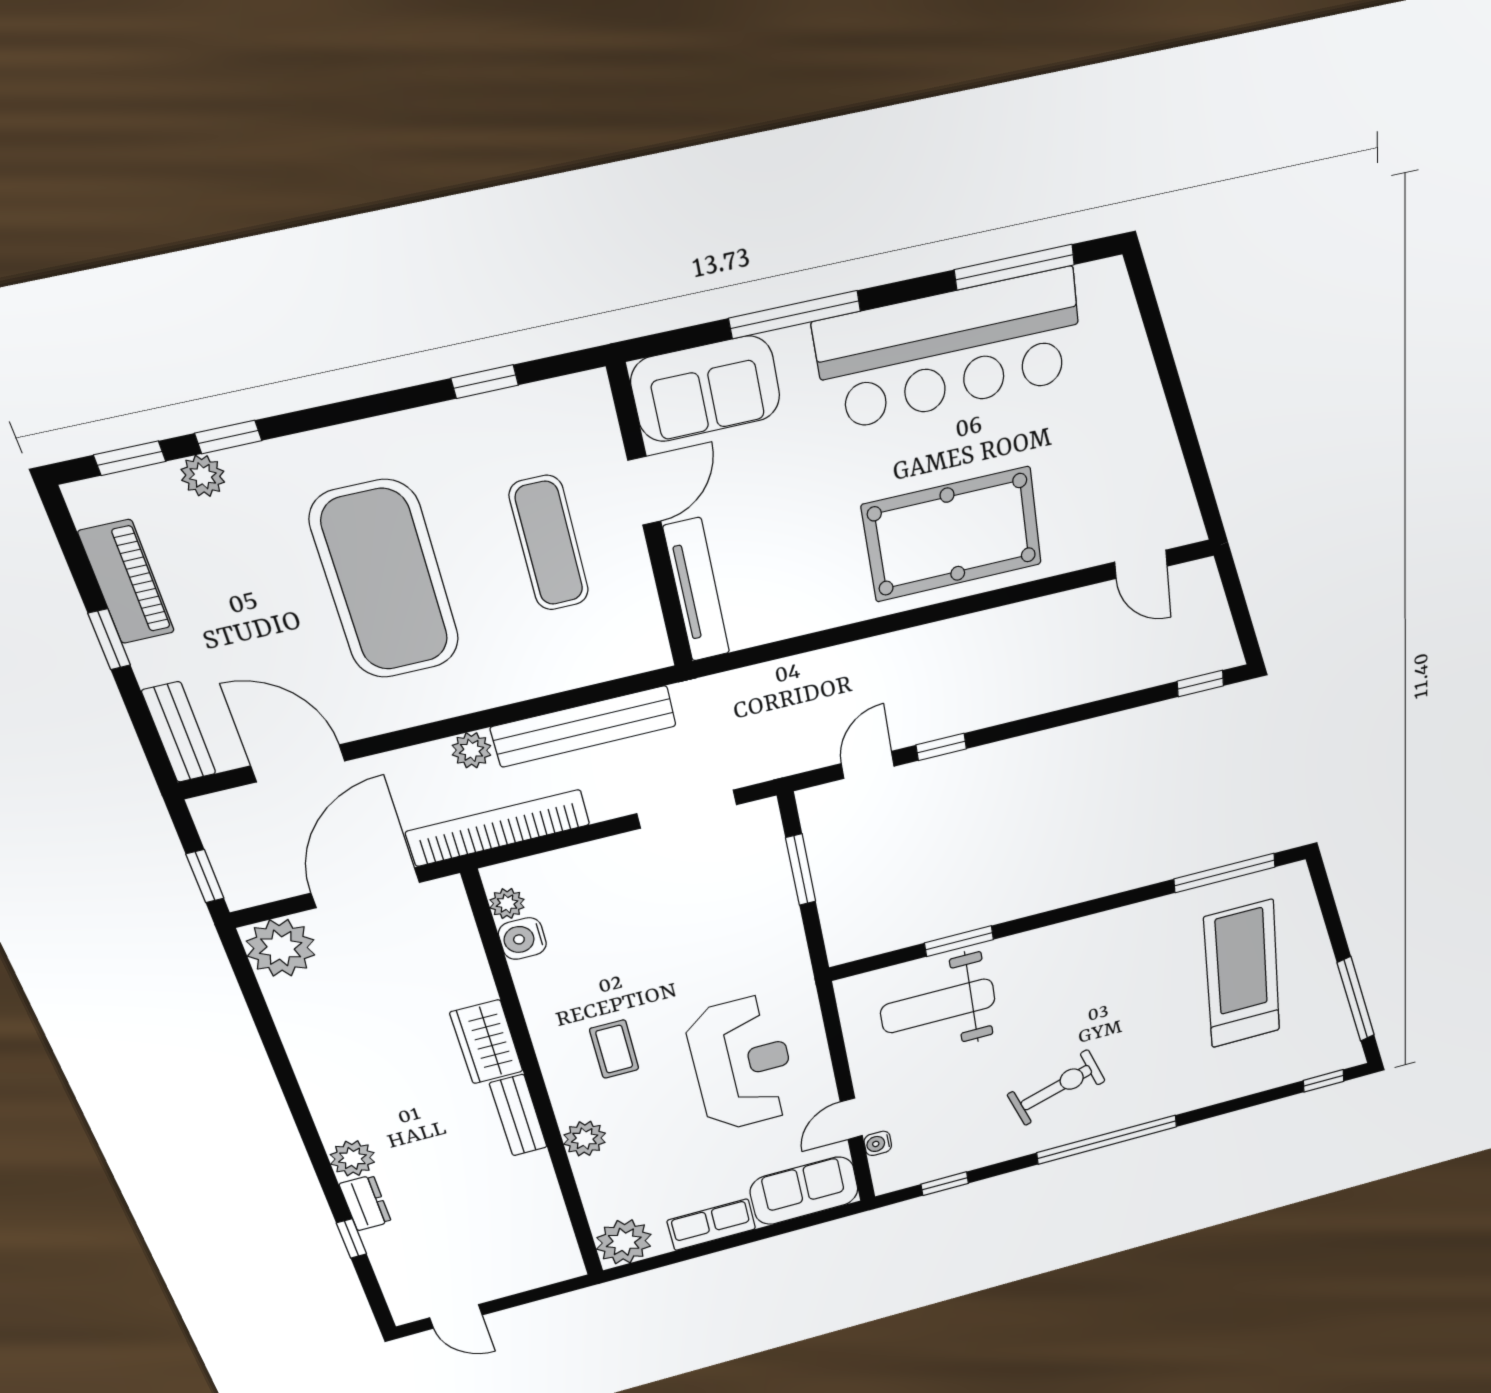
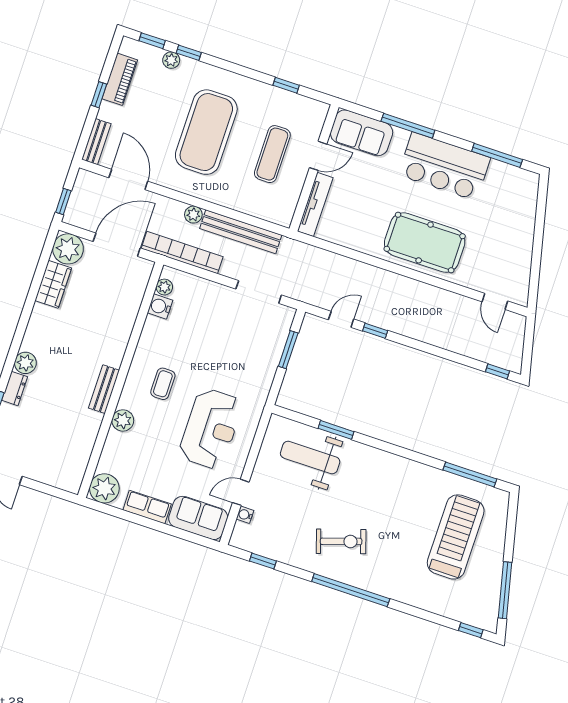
bar counter: (950, 350) -> (444, 166), width x0.73
wardrobe: (487, 1042) -> (53, 284), moved, turned 180

